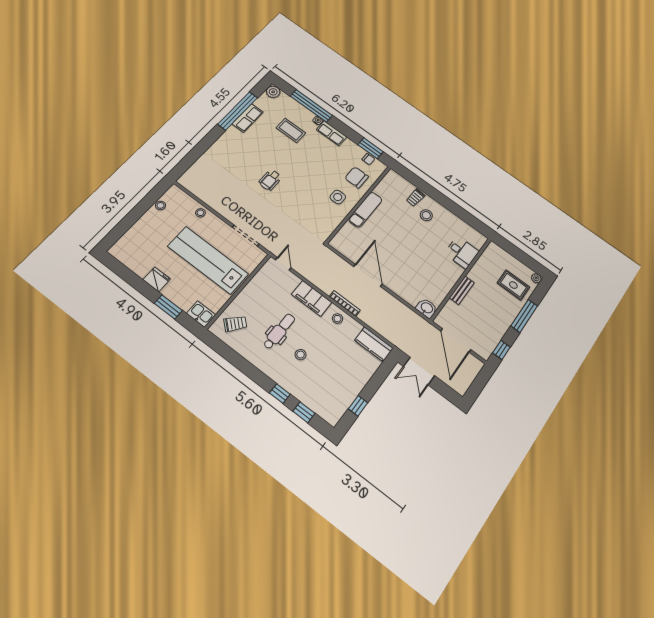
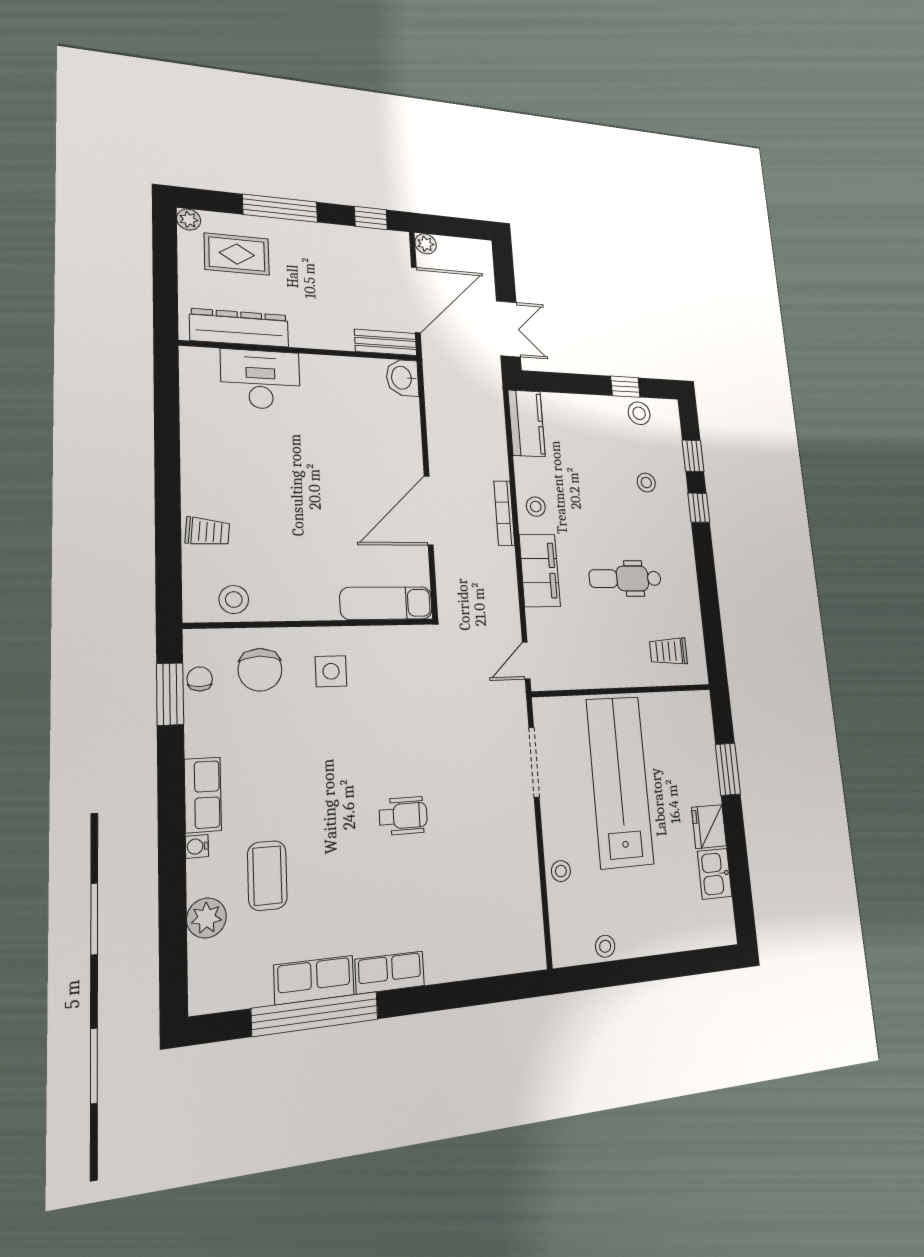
plant: (273, 92) -> (206, 918), moved
window: (311, 106) -> (172, 890), removed
row of seats: (227, 138) -> (390, 973), added
exam couch: (365, 210) -> (386, 603), moved
stool: (426, 215) -> (234, 600), moved
desk: (462, 252) -> (261, 379), width x1.37
lab bench: (208, 260) -> (620, 781), turned 180
dresser: (484, 264) -> (239, 328), added
rug: (513, 285) -> (237, 254), turned 90
bench: (462, 290) -> (386, 342), moved
kitchen sink: (201, 314) -> (715, 874), moved
trolley: (235, 324) -> (668, 651), turned -41
stool: (301, 355) -> (646, 483), moved
plant: (478, 365) -> (426, 244), added
stool: (342, 402) -> (639, 413), added

